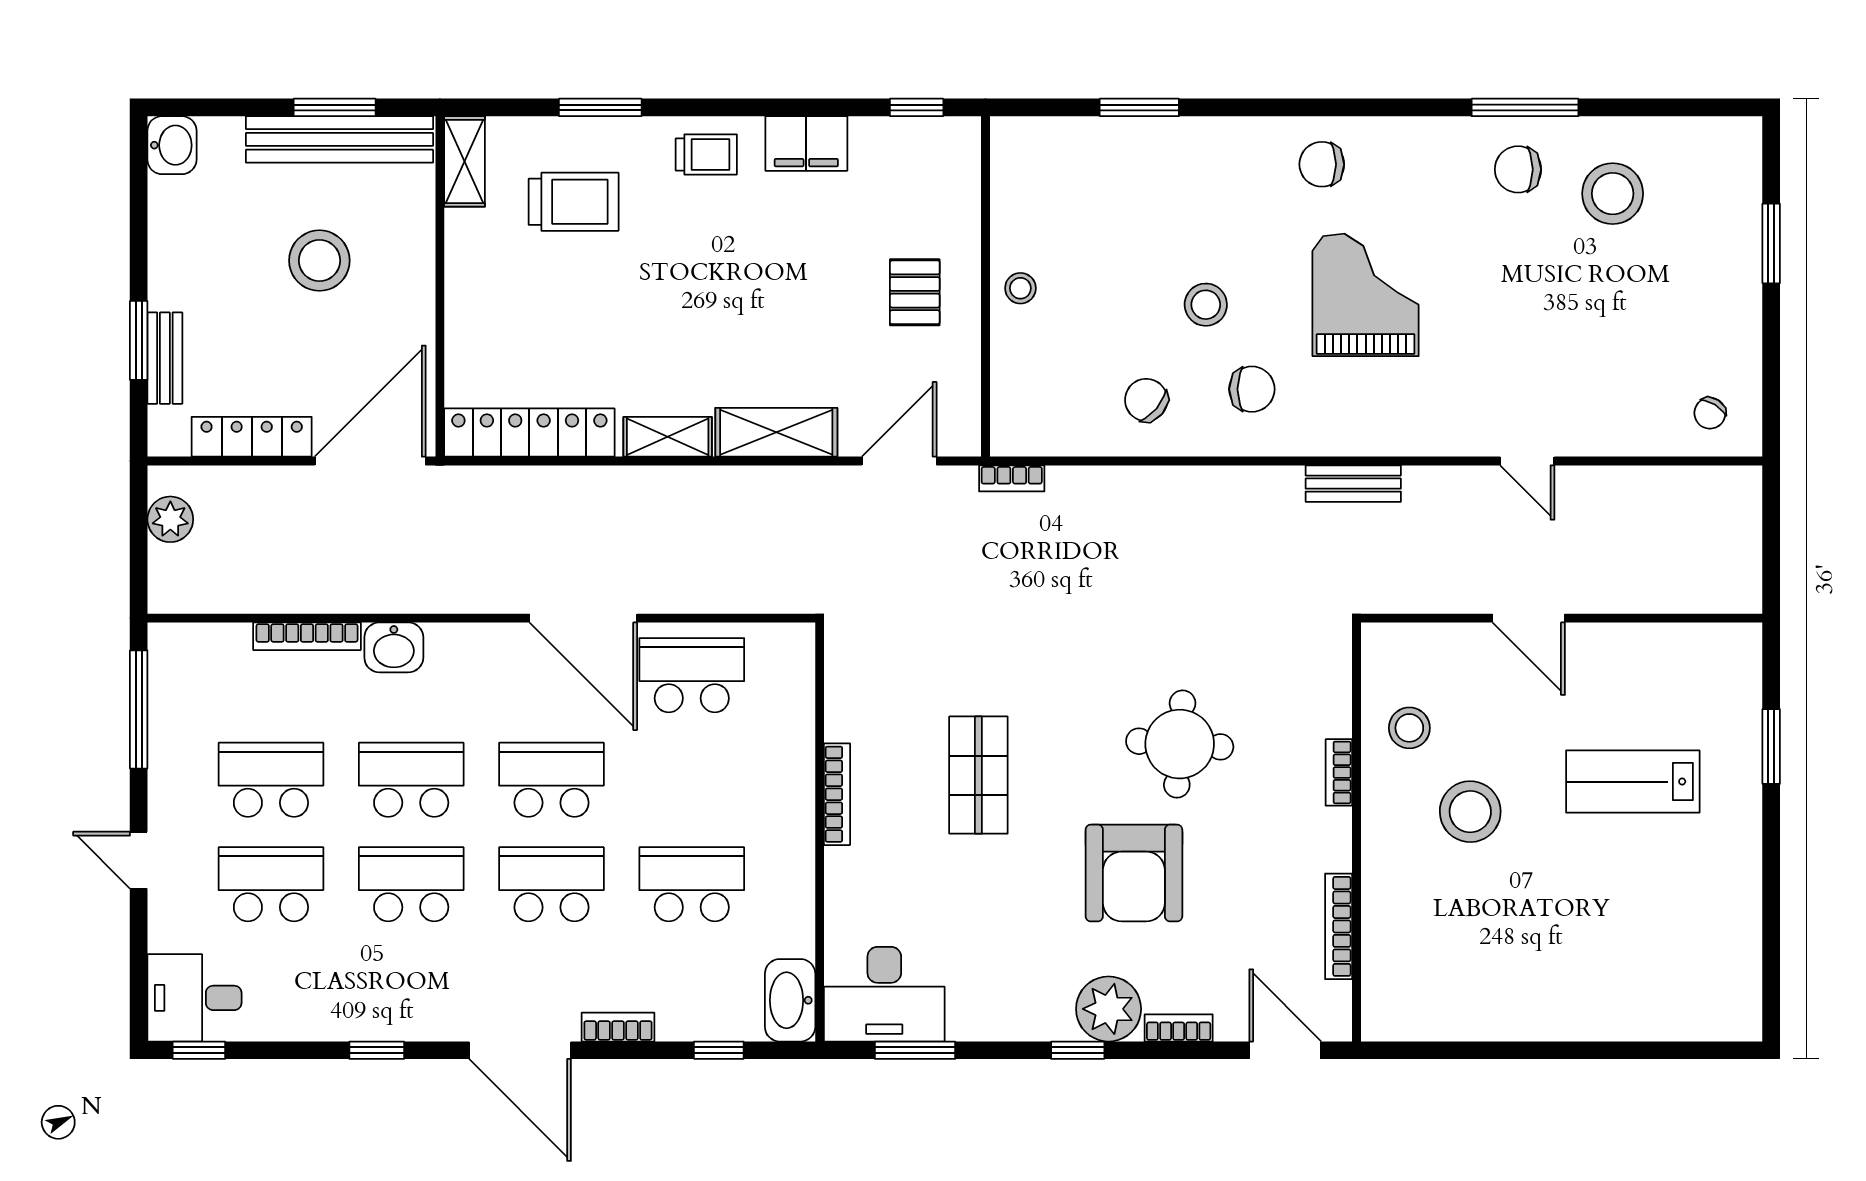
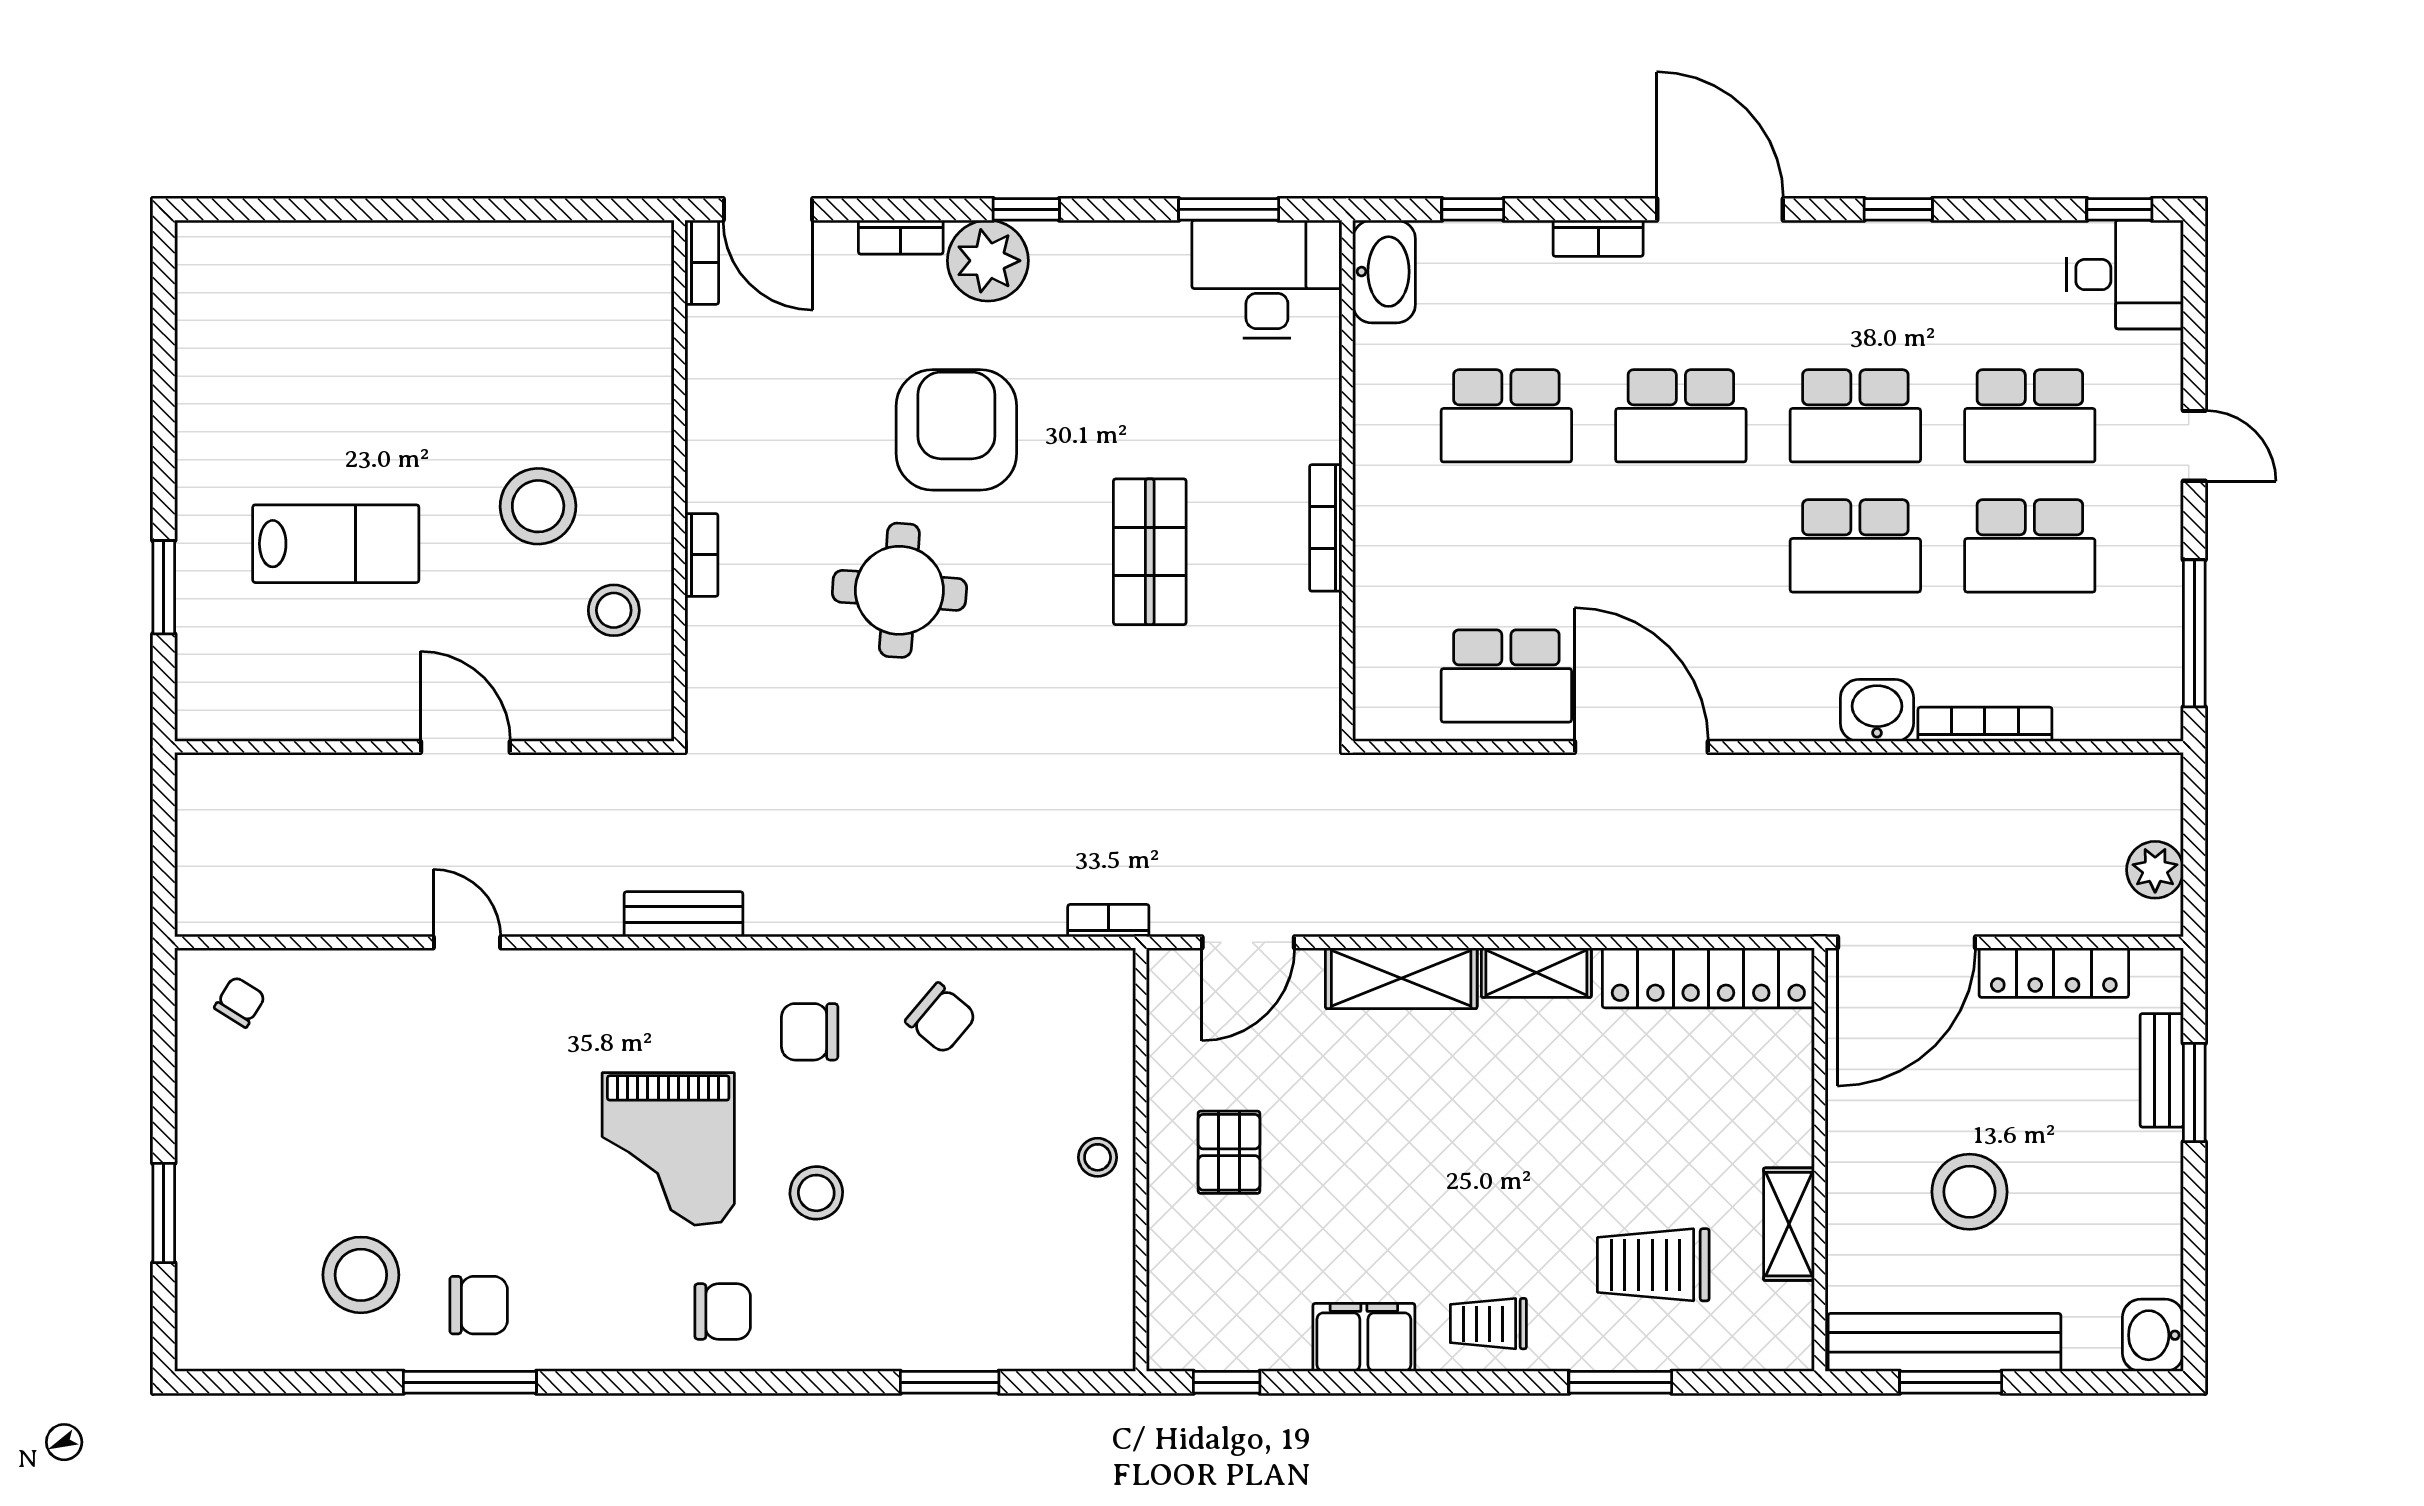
shelving: (465, 161) -> (1789, 1224), moved
stool: (1206, 305) -> (816, 1193), moved
school desk: (551, 780) -> (1681, 546), removed
bookcase: (1339, 926) -> (702, 262), moved, width x0.64

